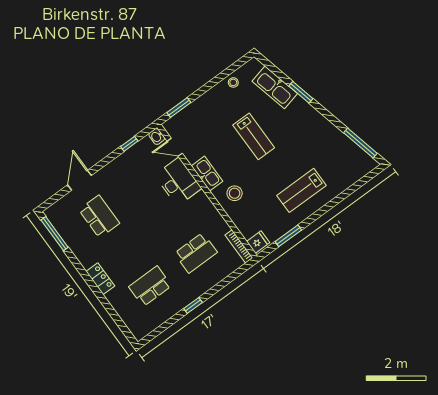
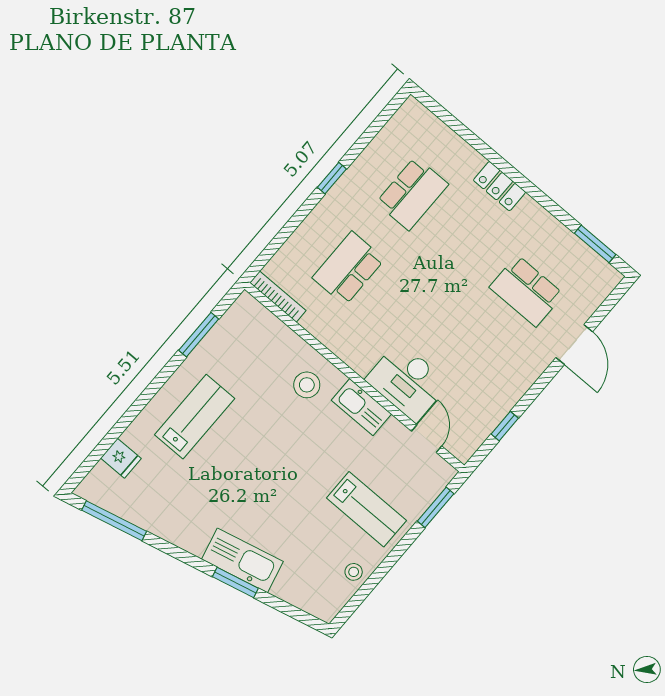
kitchen sink: (275, 87) -> (242, 560), moved
washbasin: (157, 136) -> (461, 450), removed
lab bench: (254, 136) -> (366, 509), moved, turned 180
door: (175, 147) -> (427, 439), hinge flipped
window: (55, 234) -> (595, 244), width x0.69
fridge: (258, 242) -> (121, 458), moved, turned -90

